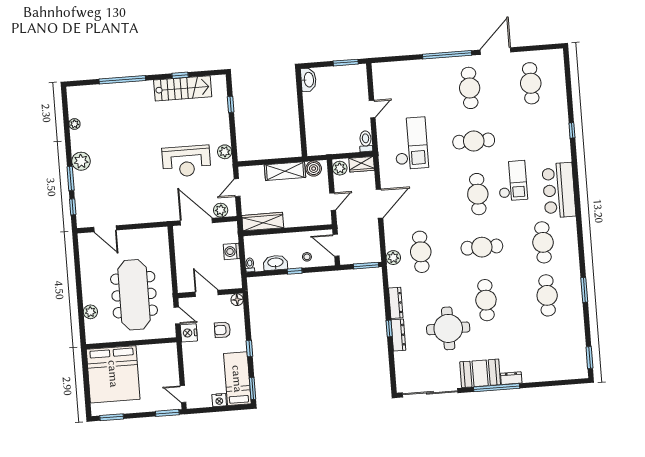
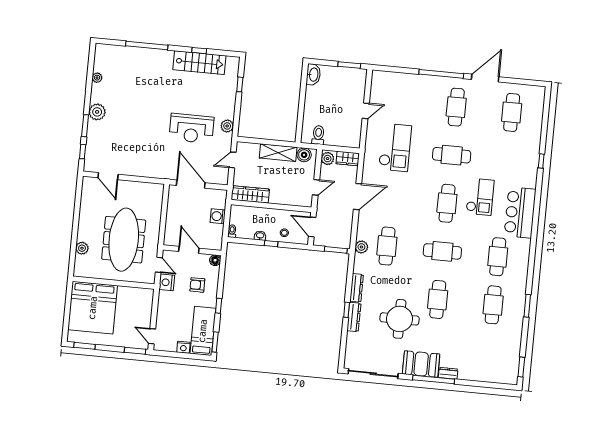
toilet: (366, 141) -> (318, 135), moved
plant: (221, 210) -> (214, 178), removed
washbasin: (275, 263) -> (260, 236), width x0.52, depth x0.69

